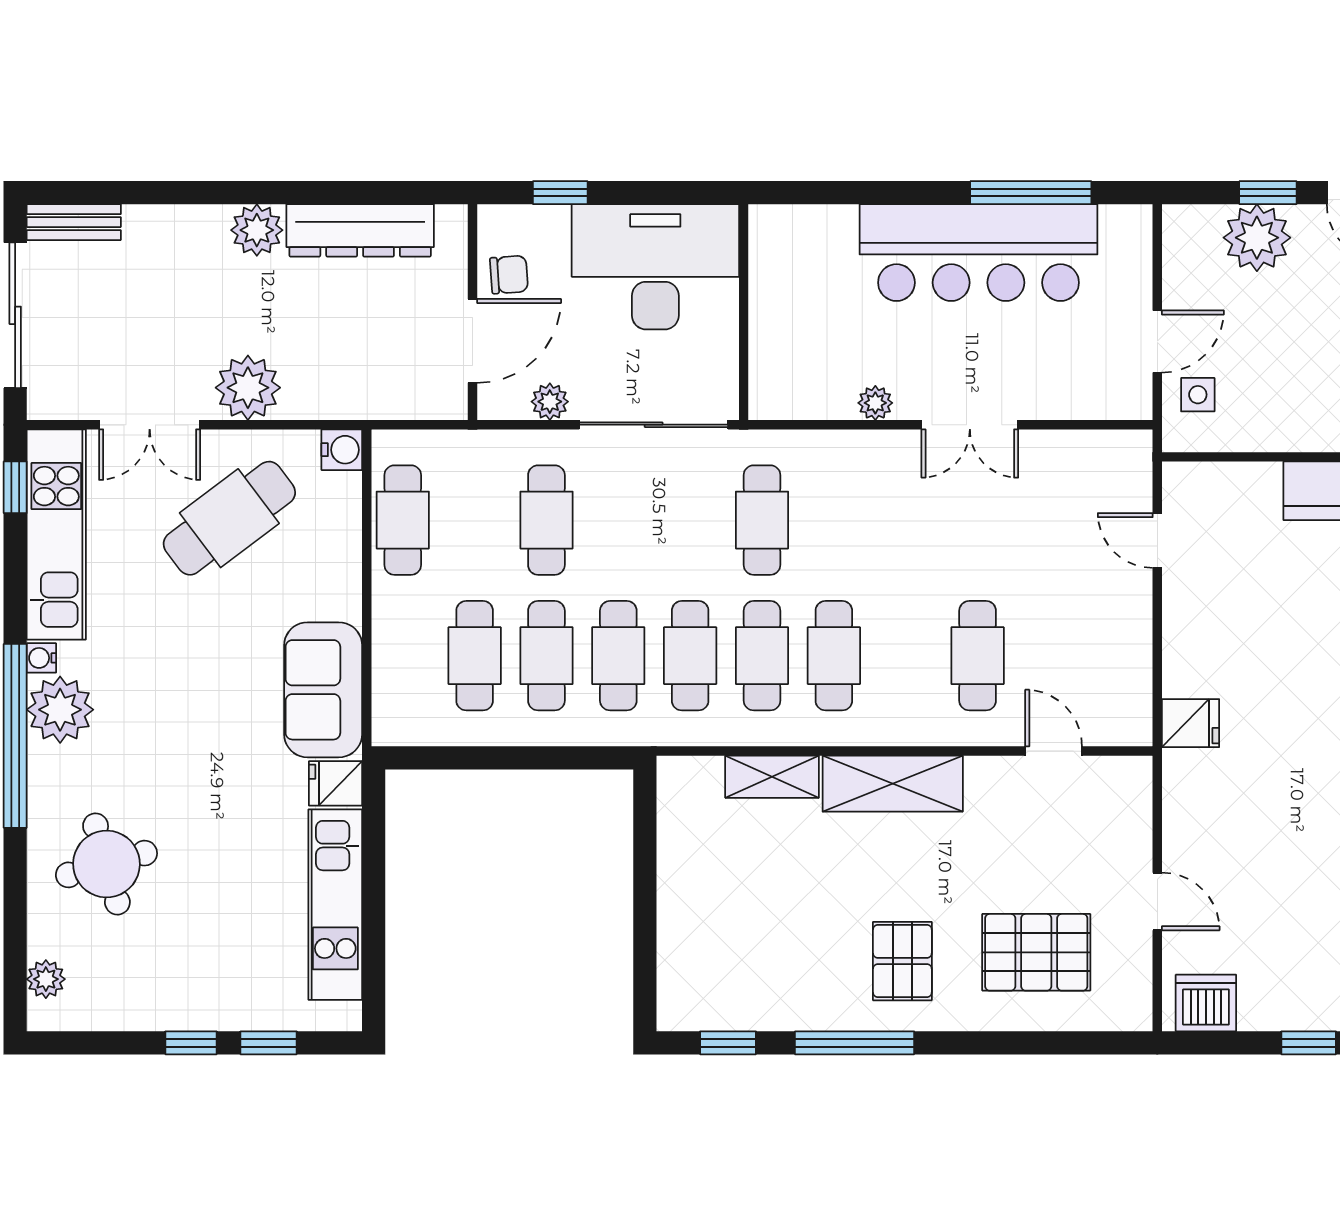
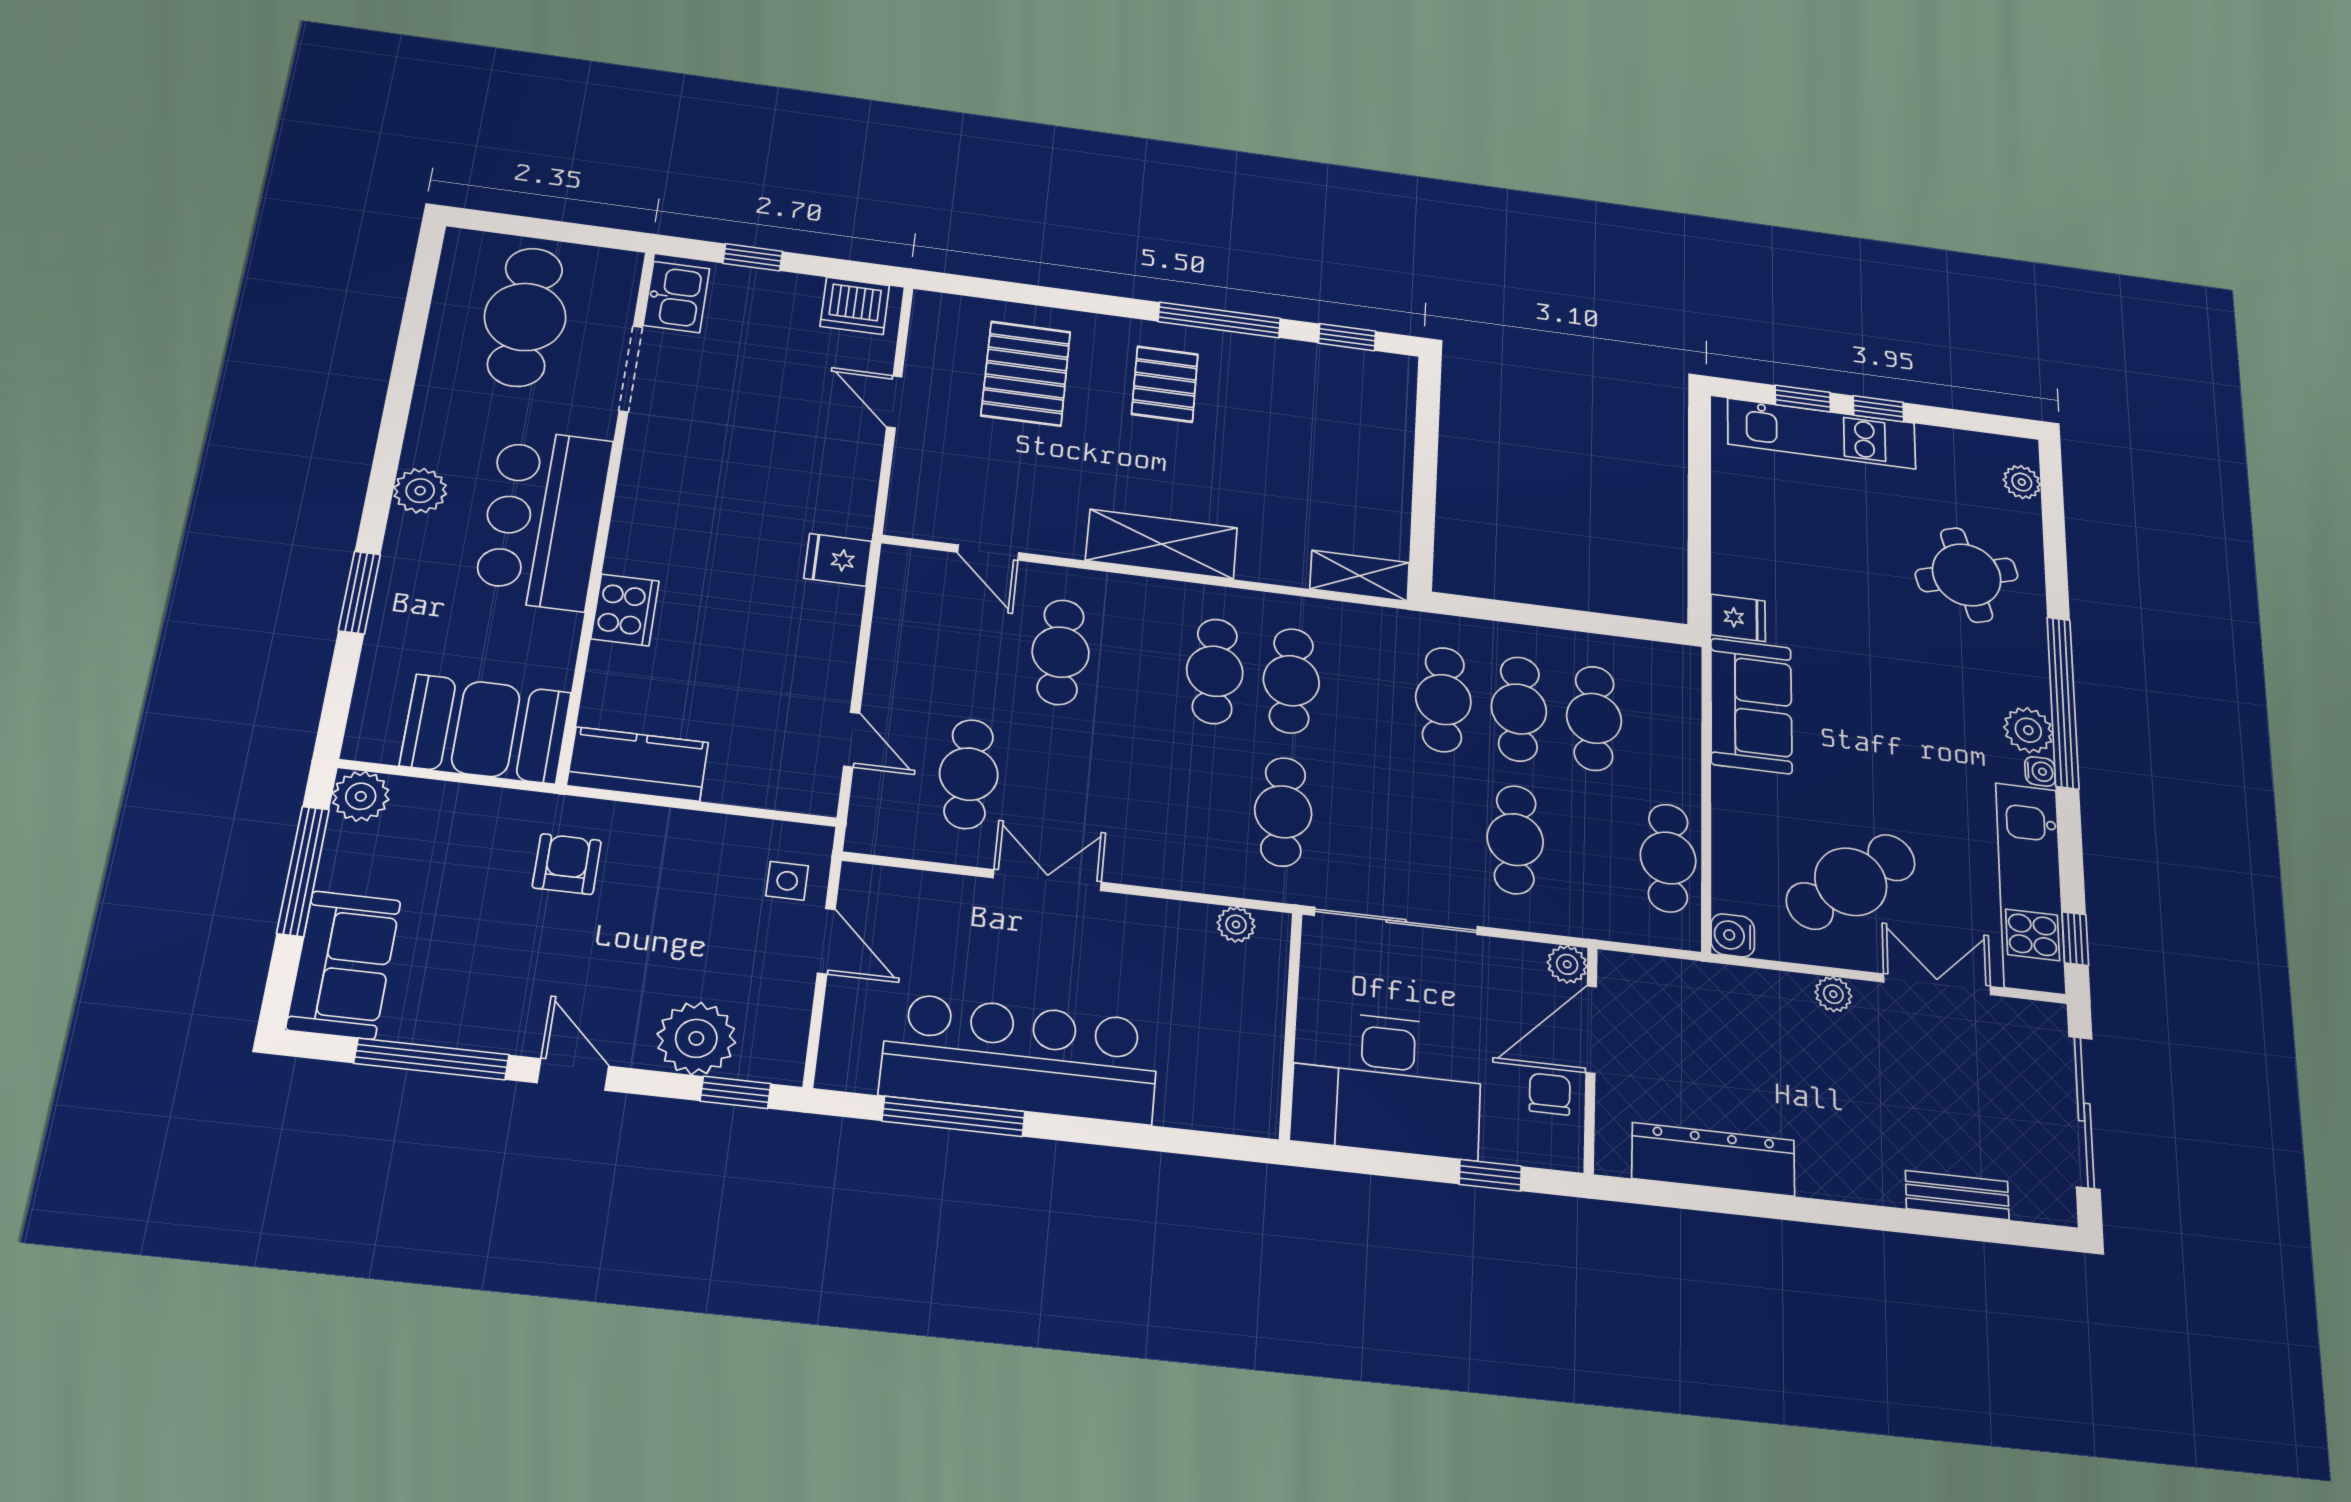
window: (1268, 193) -> (735, 1092), moved
bench: (74, 222) -> (1957, 1195), moved
plant: (257, 230) -> (1827, 1172), removed
chair: (509, 275) -> (1550, 1094), turned 94
door: (1157, 341) -> (826, 941), swing flipped
plant: (248, 388) -> (1833, 994), width x0.53, depth x0.53
plant: (550, 402) -> (1567, 964), moved
plant: (875, 403) -> (1236, 925), moved
cafe table: (690, 656) -> (969, 774), moved
plant: (60, 710) -> (2028, 730), width x0.73, depth x0.73
shelving: (772, 777) -> (1360, 576), moved
kitchen unit: (335, 905) -> (1822, 434), moved, turned 90
pallet: (1036, 952) -> (1026, 374), turned 90

